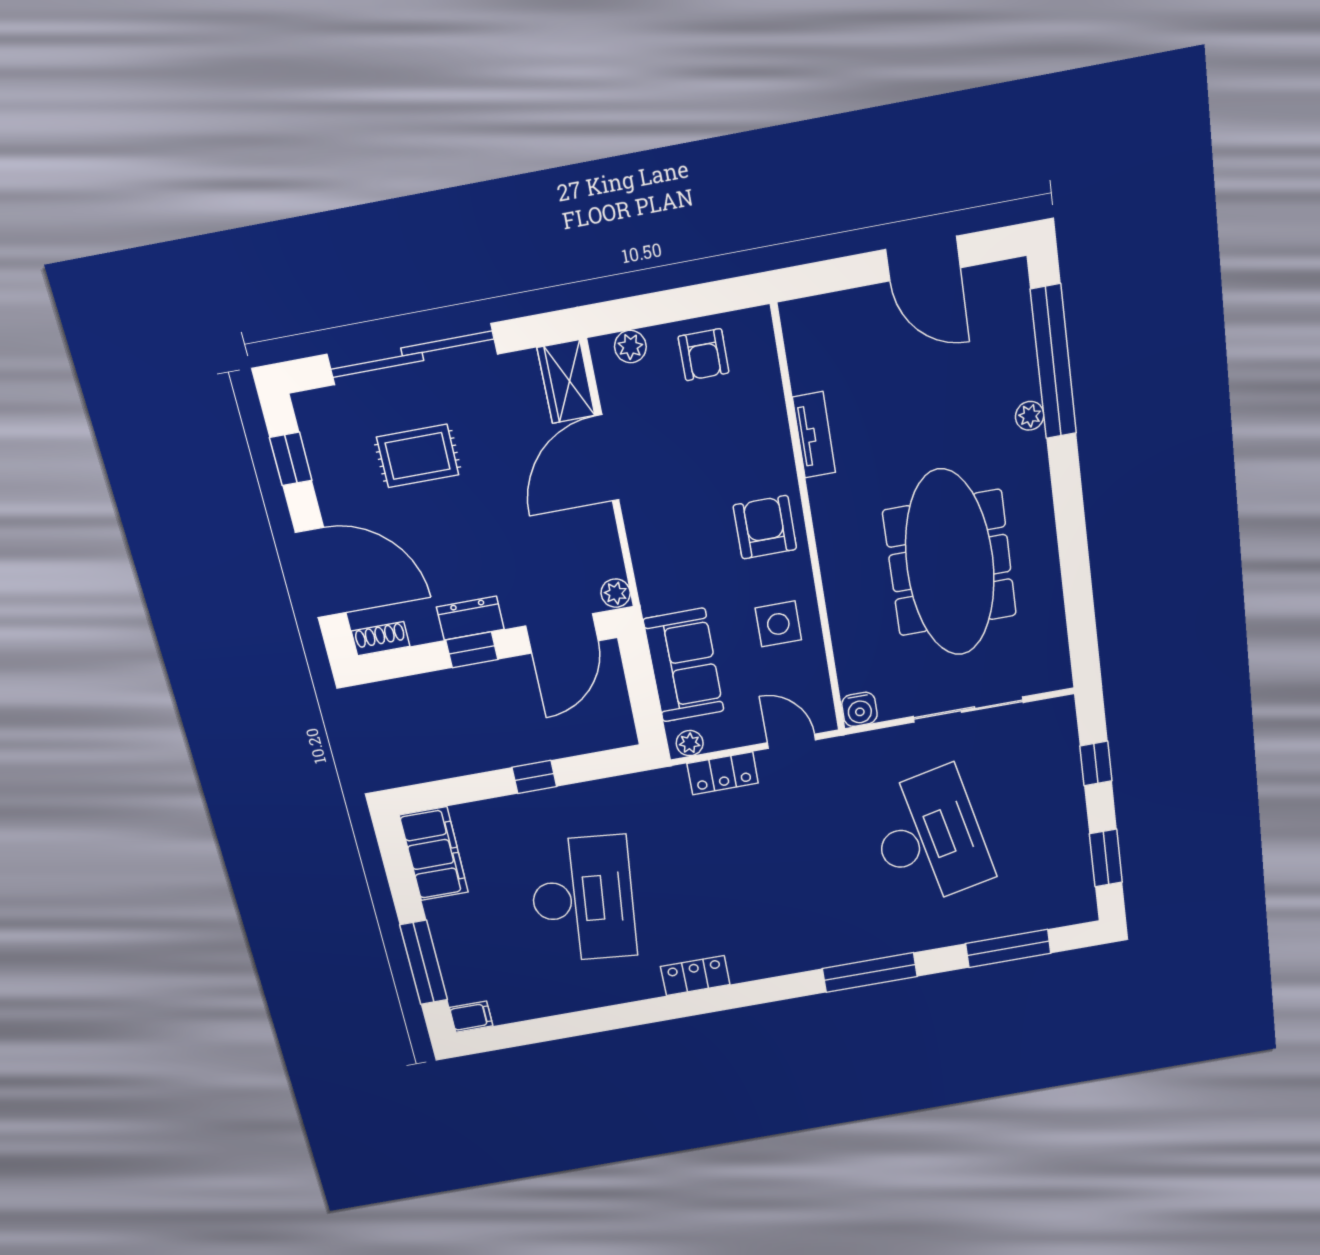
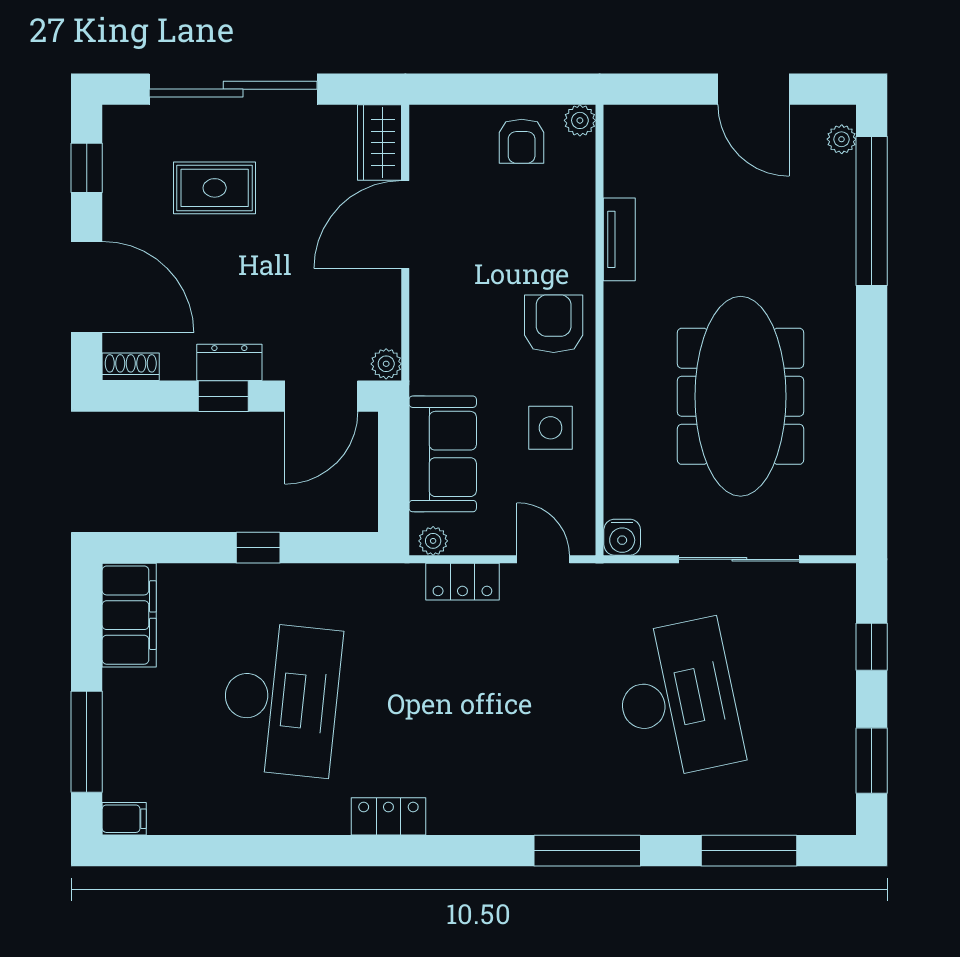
plant: (630, 347) -> (580, 120), moved
plant: (1030, 416) -> (842, 139), moved

